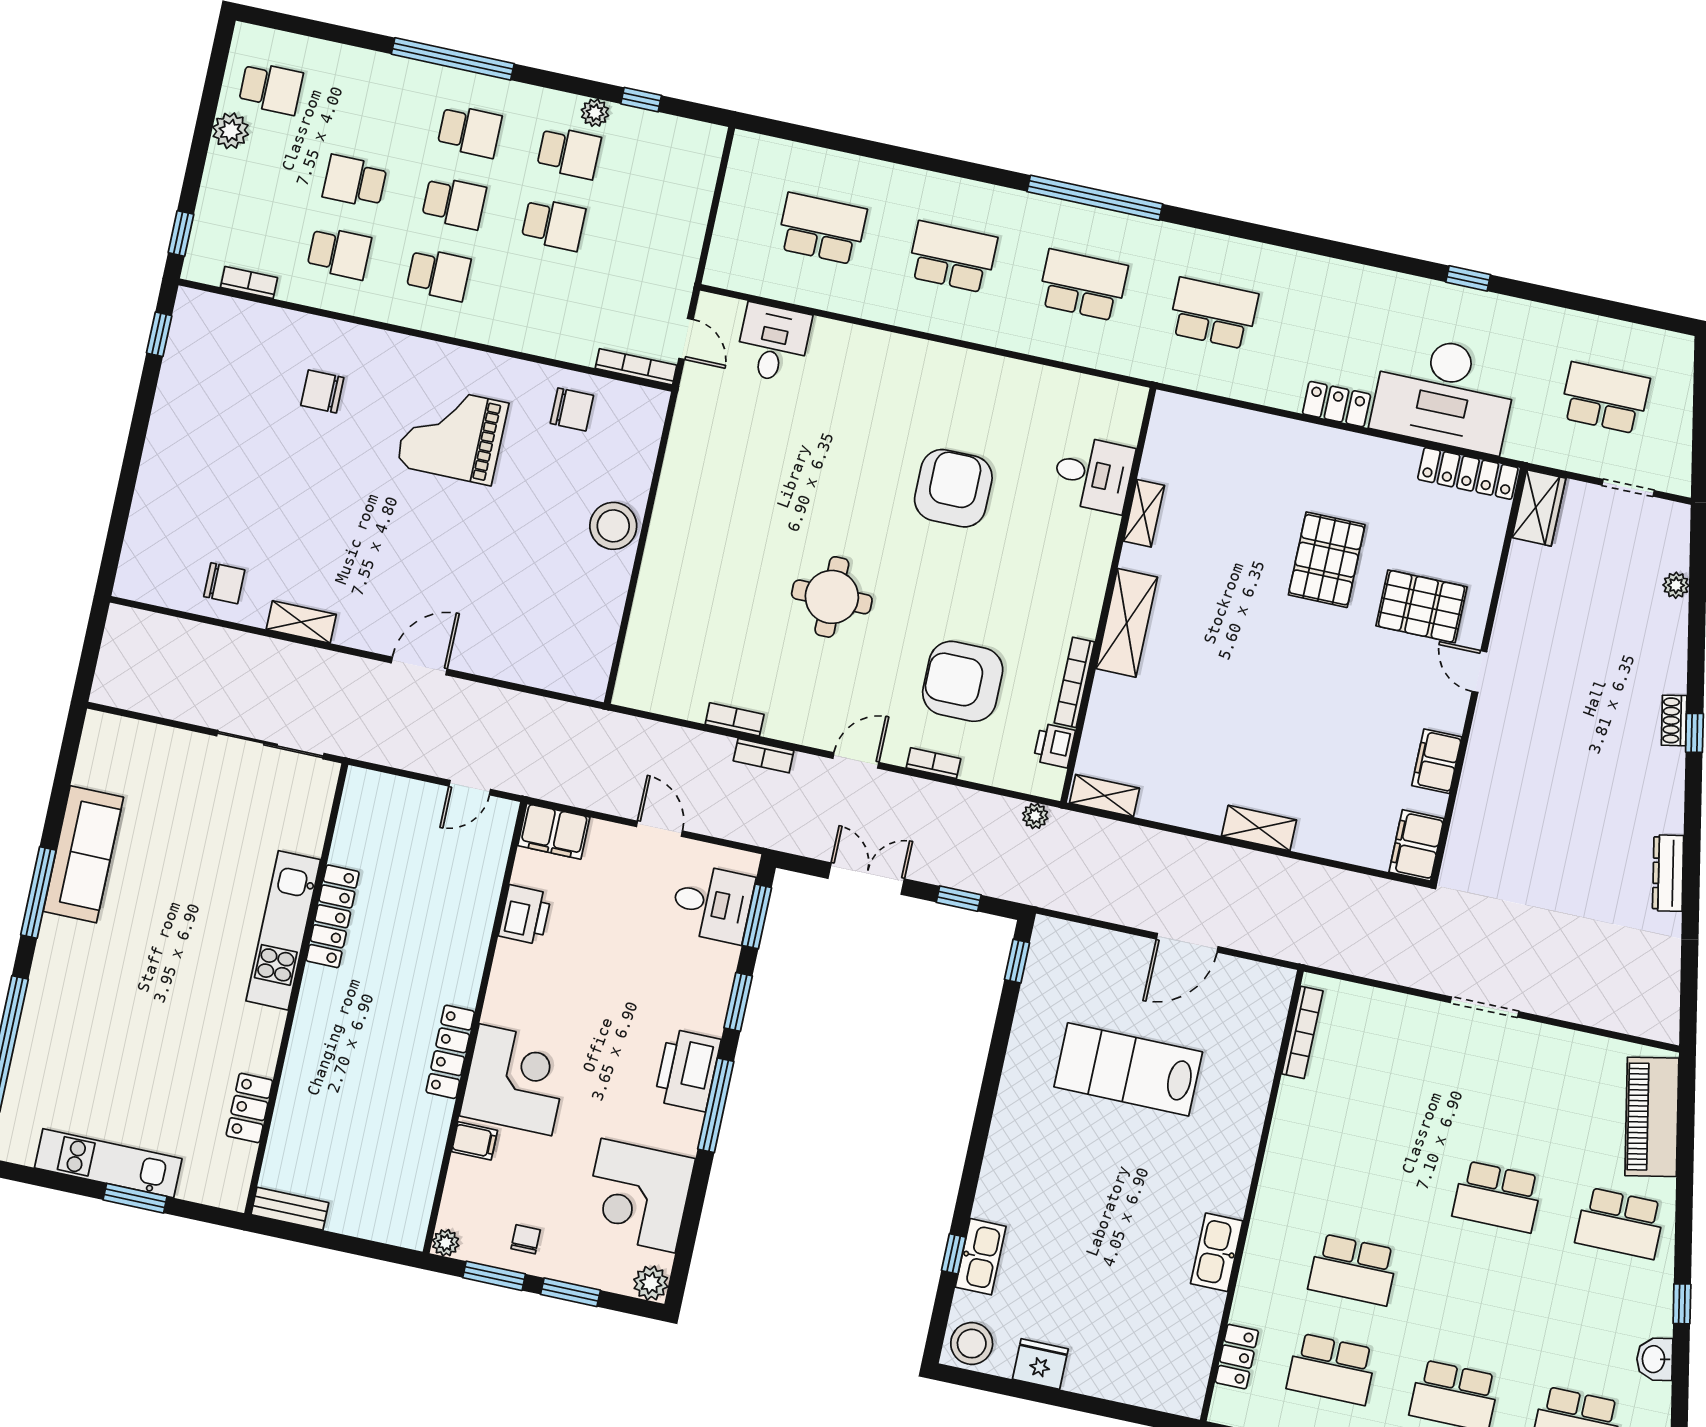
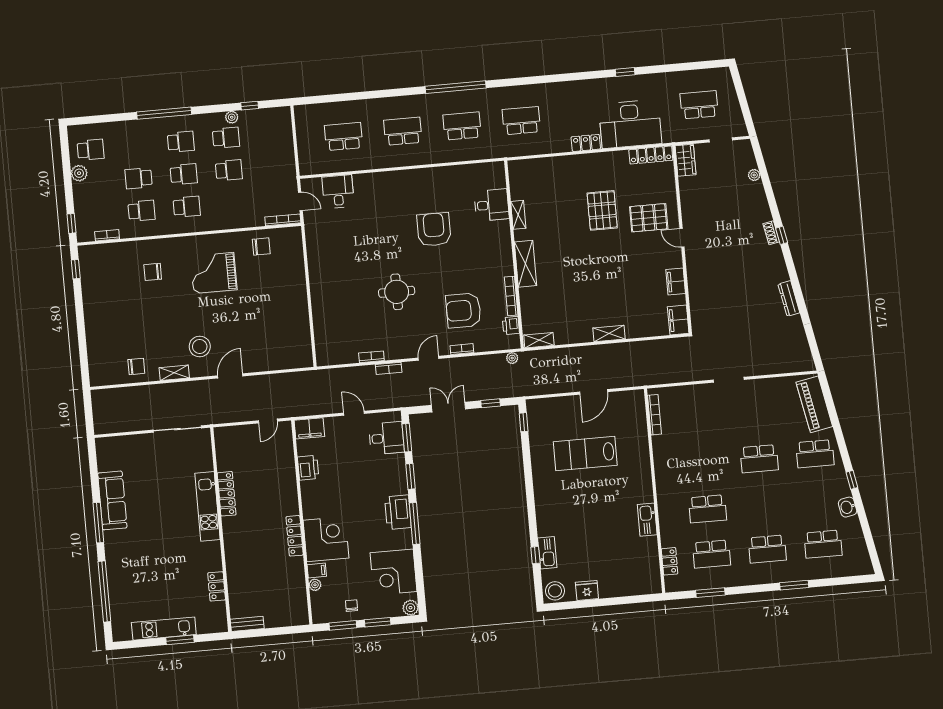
stool: (613, 526) -> (200, 346), moved
plant: (446, 1243) -> (315, 585), moved

